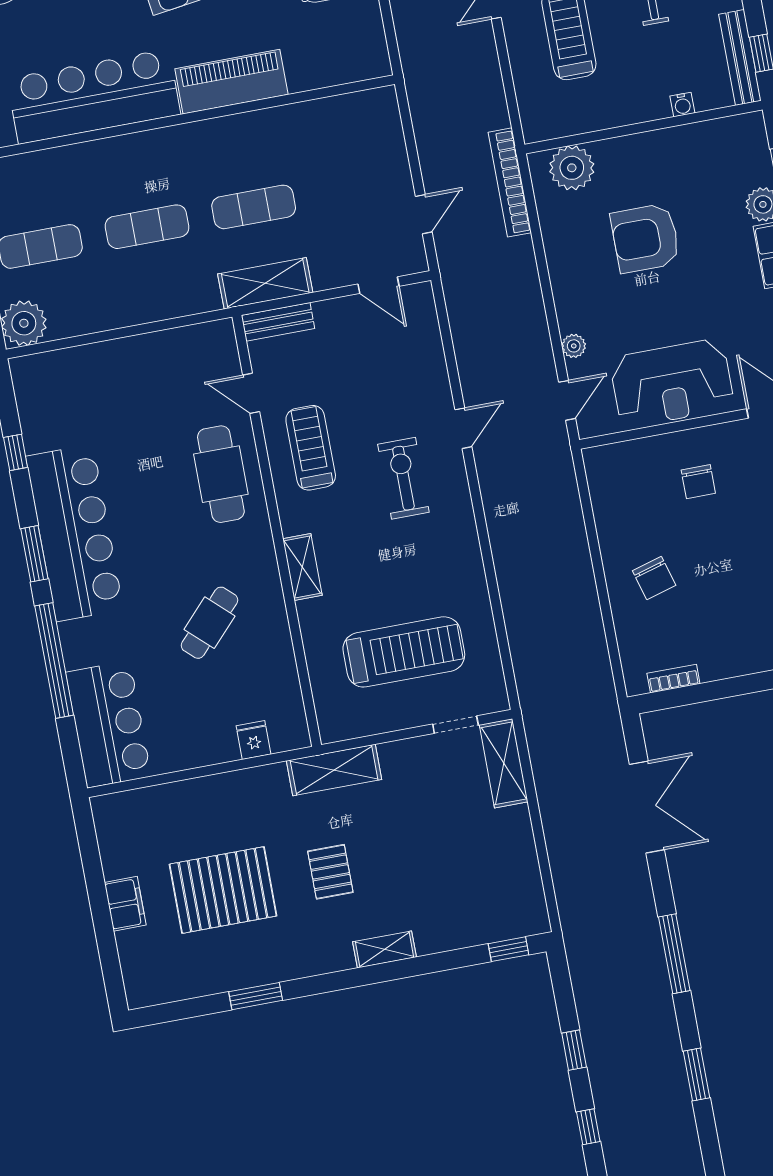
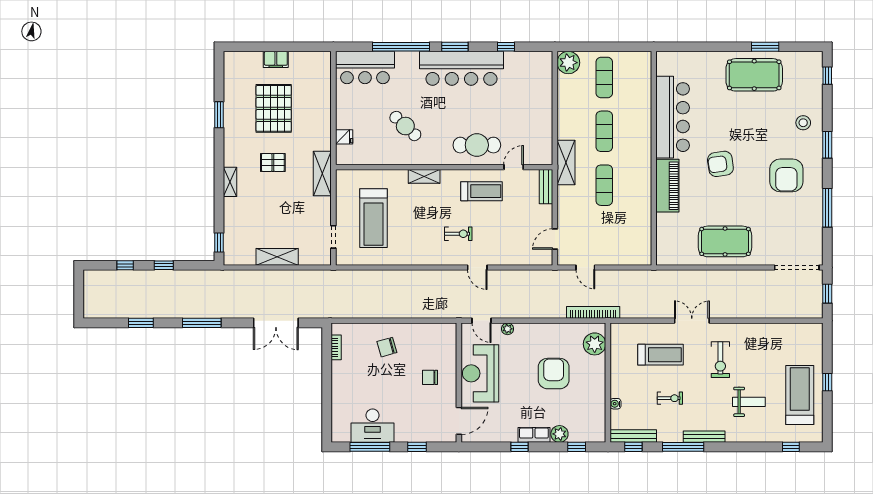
shelving: (265, 283) -> (566, 163), moved
exercise bike: (403, 478) -> (458, 234), width x0.73, depth x0.72
shelving: (504, 763) -> (277, 257), moved

